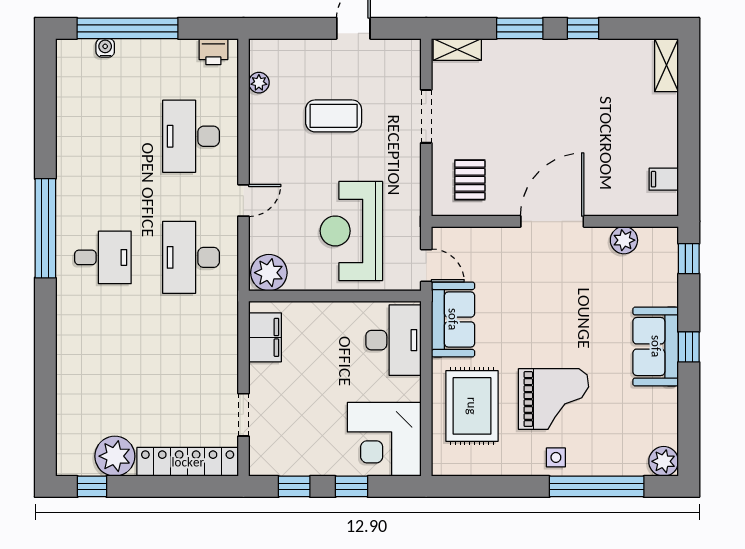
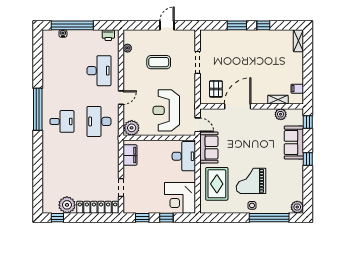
shelving: (457, 49) -> (278, 100), moved
desk: (191, 136) -> (99, 71), turned 180
door: (552, 221) -> (238, 106), moved
sofa: (656, 346) -> (294, 143), moved
grand piano: (554, 399) -> (251, 181), turned 180

